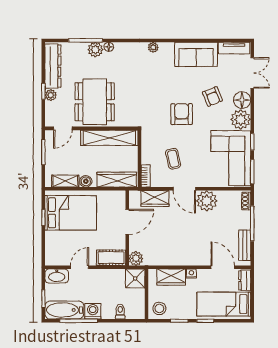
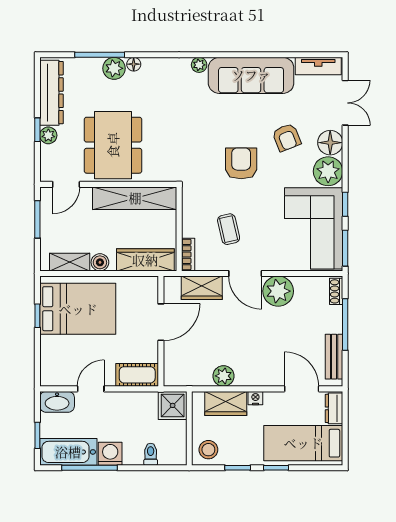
sofa: (196, 54) -> (251, 75), width x1.36
plant: (136, 258) -> (223, 376), moved

